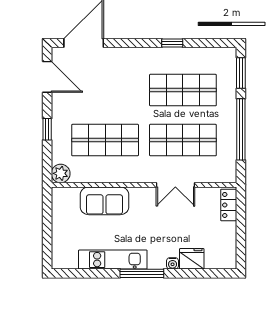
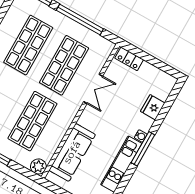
sofa: (104, 201) -> (72, 152), width x1.36
water cooler: (173, 263) -> (141, 136), moved

